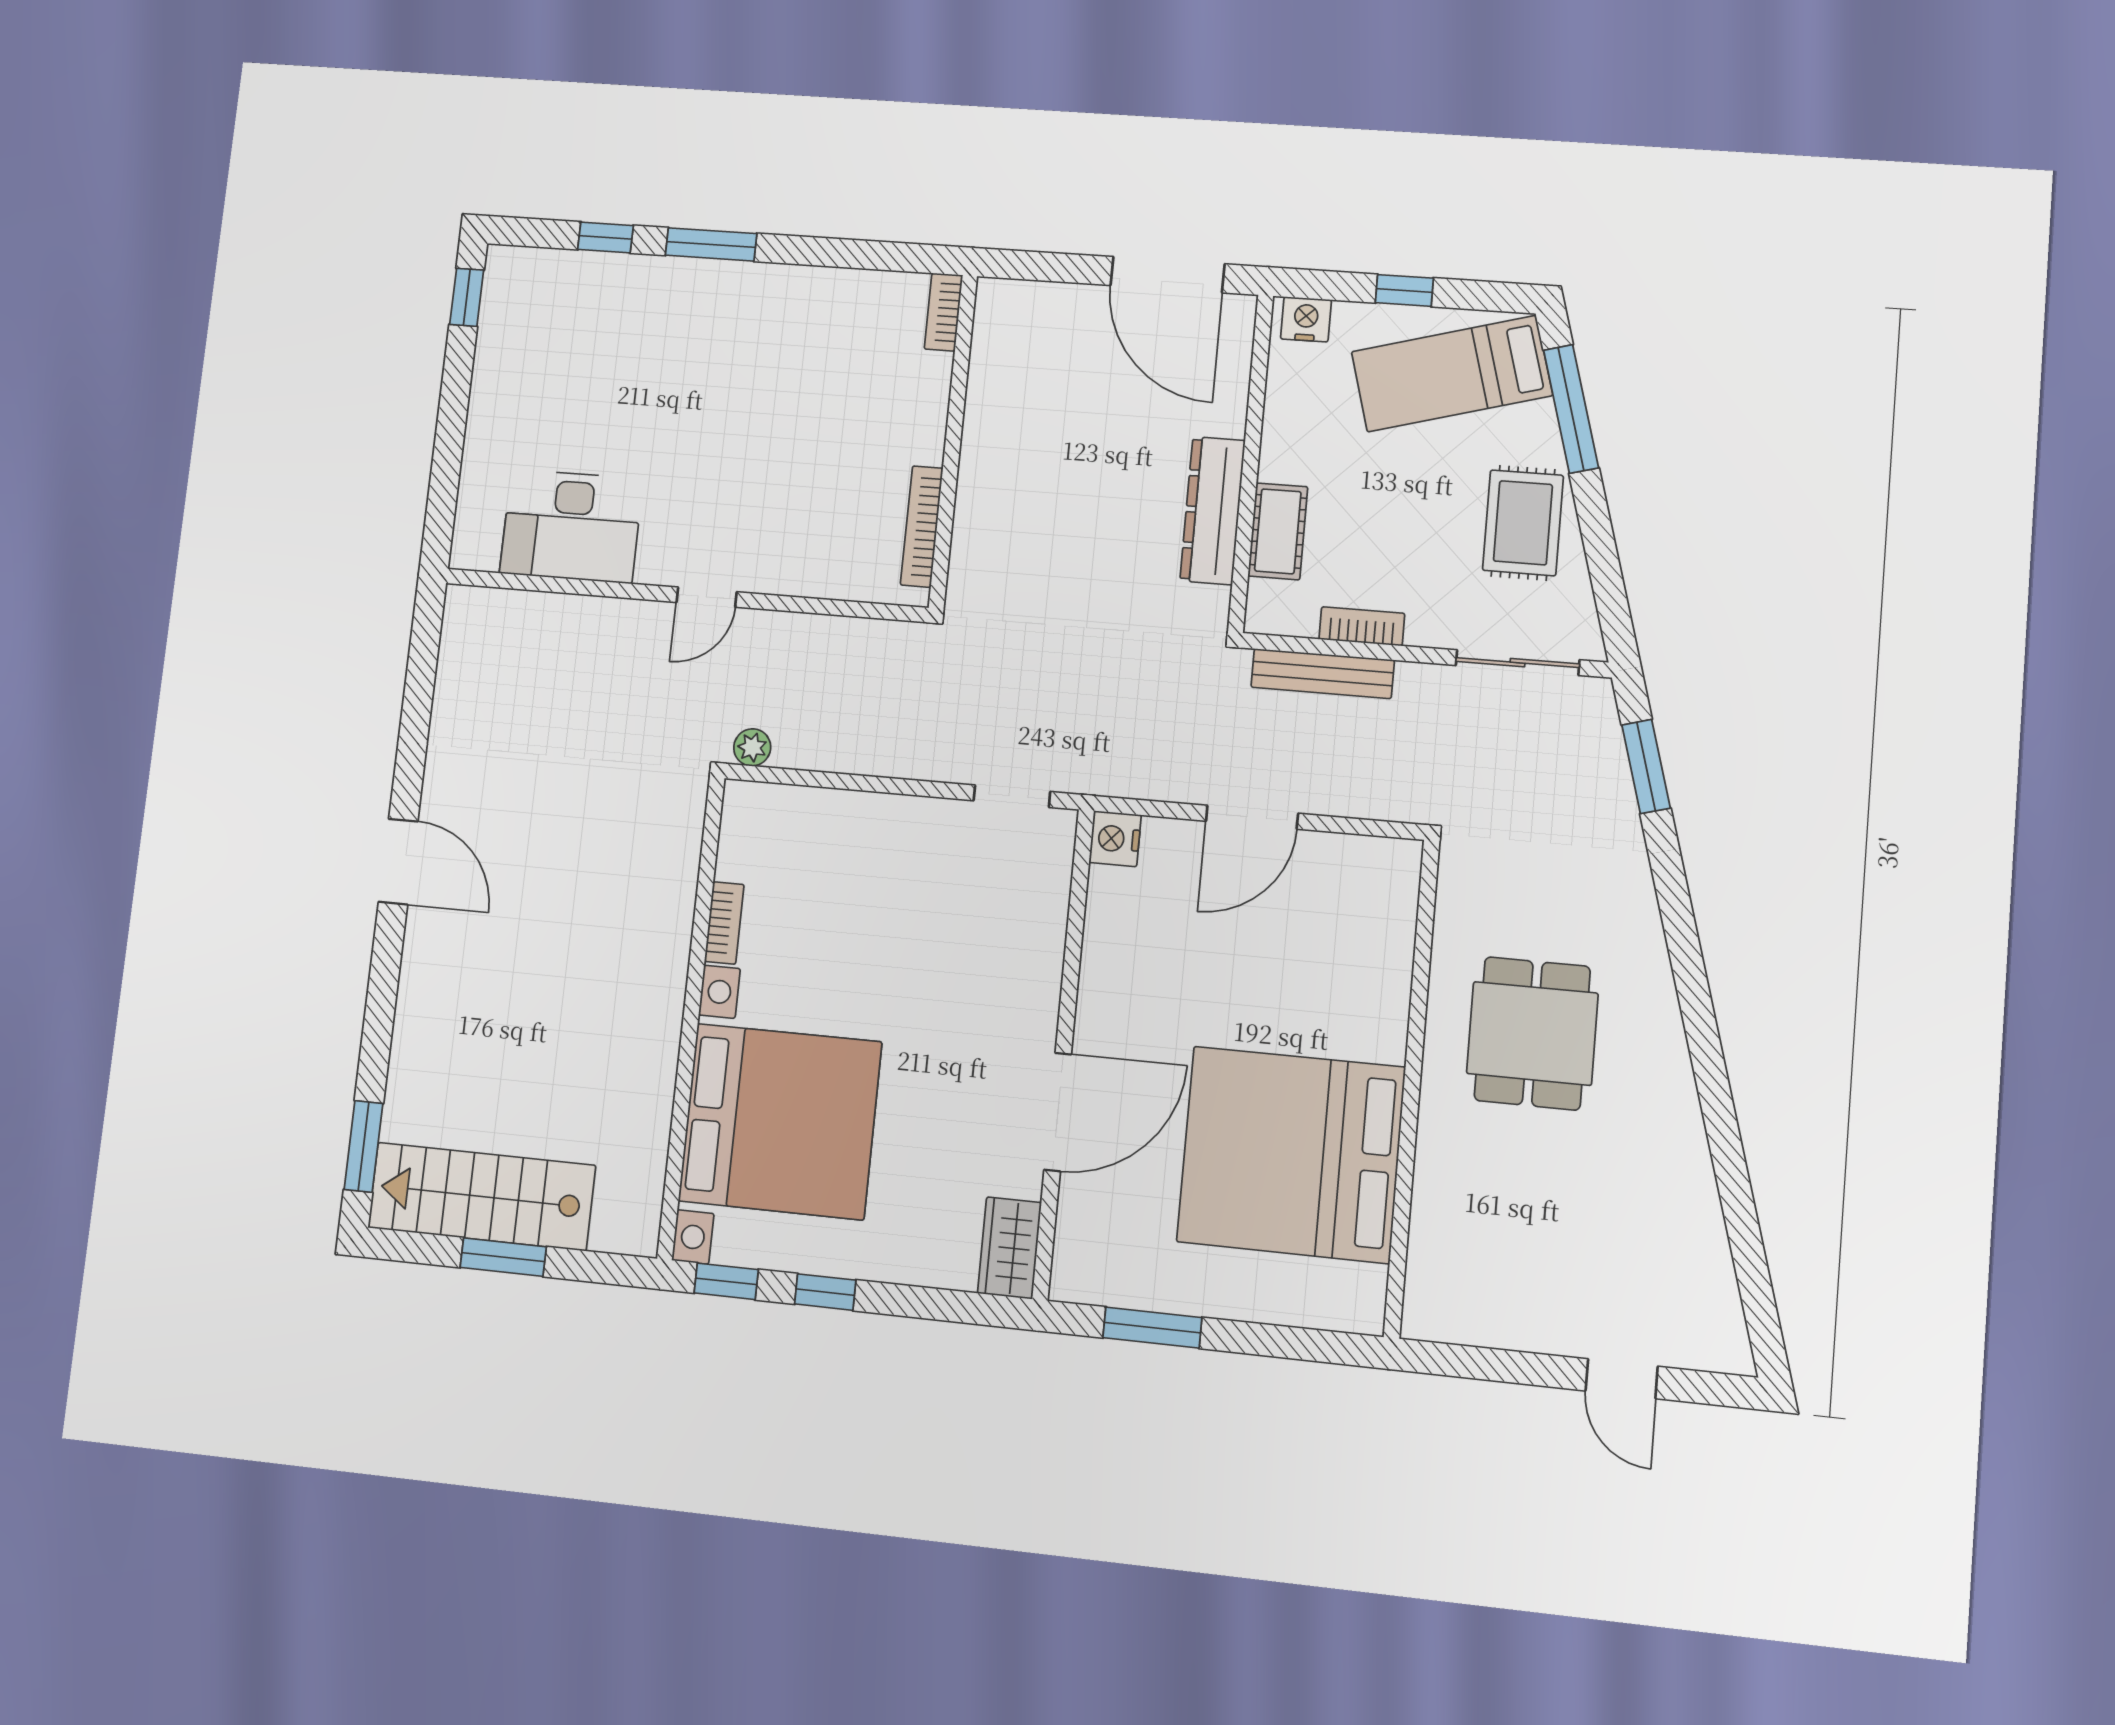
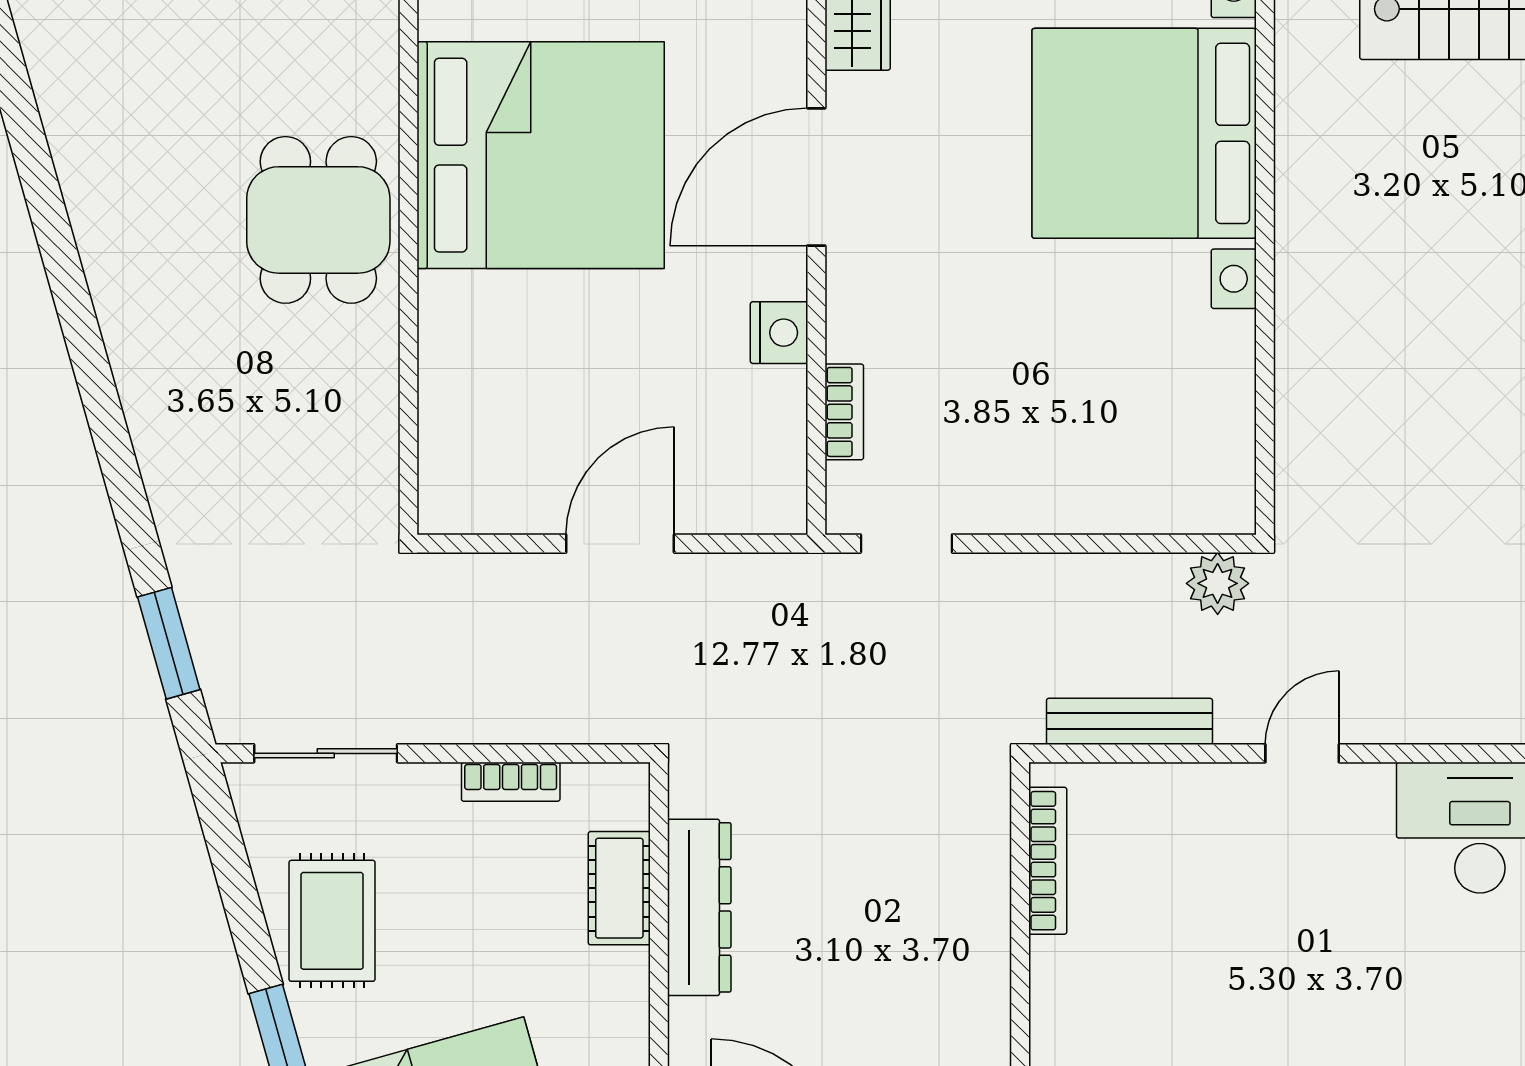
bench: (1323, 674) -> (1129, 721), moved
plant: (752, 747) -> (1218, 583), width x1.38, depth x1.38
nightstand: (1115, 839) -> (779, 333), moved
bookcase: (724, 923) -> (844, 412), moved, turned 180
dining table: (1532, 1033) -> (318, 220), moved

